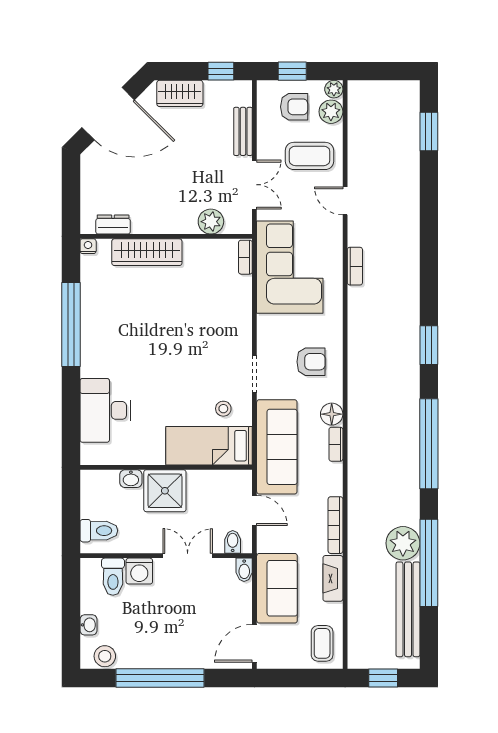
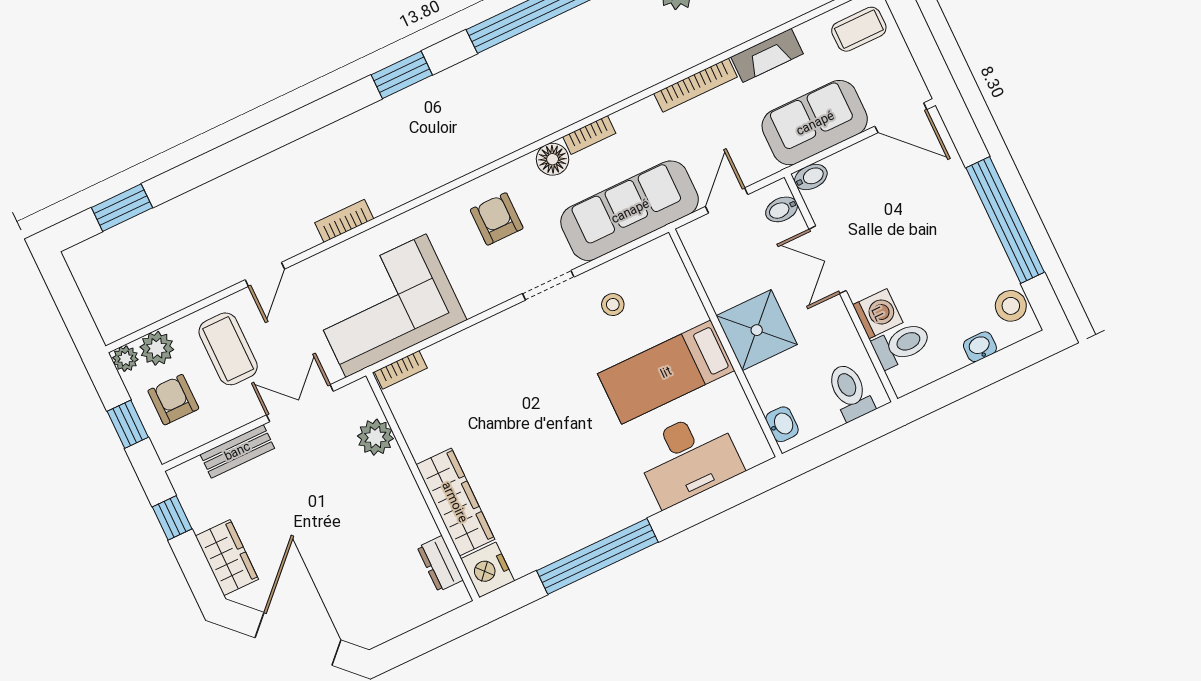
nightstand: (88, 246) -> (488, 570), width x1.89, depth x1.79
bed: (209, 446) -> (666, 372), moved, turned 90
washbasin: (131, 479) -> (782, 424), moved

